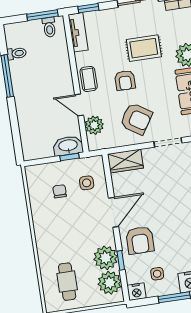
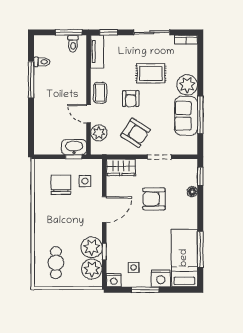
chair: (60, 191) -> (61, 185), width x1.87, depth x1.87
armchair: (140, 240) -> (154, 199), moved, turned 90

